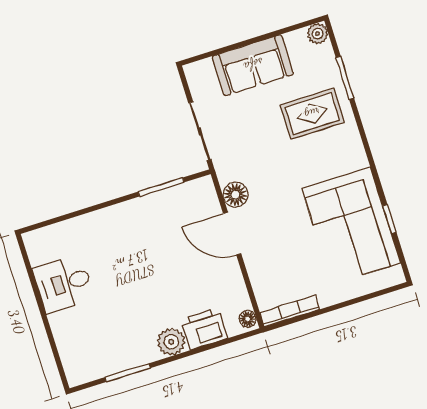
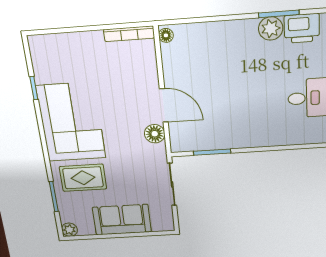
corner sofa: (351, 226) -> (71, 122), moved
printer: (204, 329) -> (302, 28), moved
plant: (171, 342) -> (271, 29), moved

